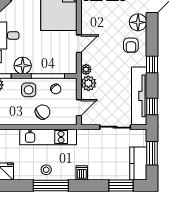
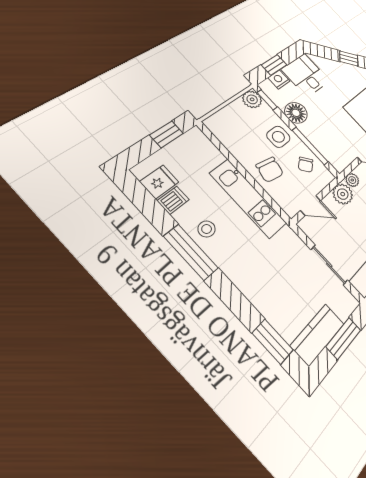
chair: (43, 112) -> (270, 170), turned 51
dishwasher: (82, 173) -> (173, 200), moved

